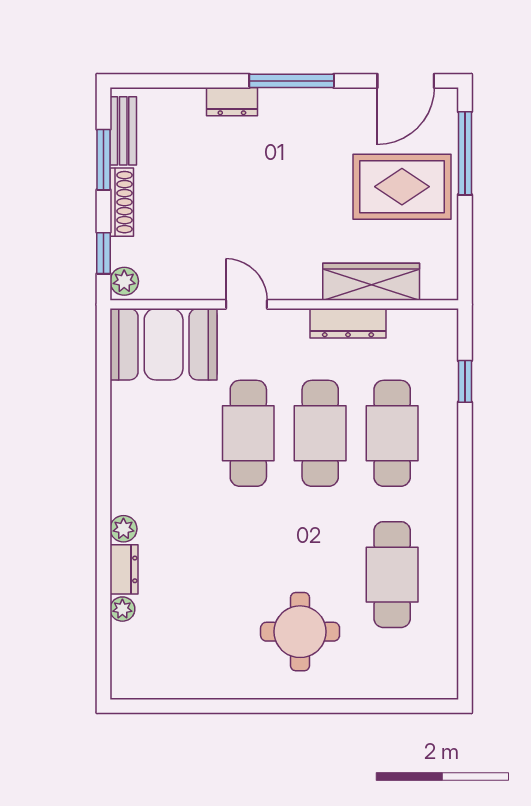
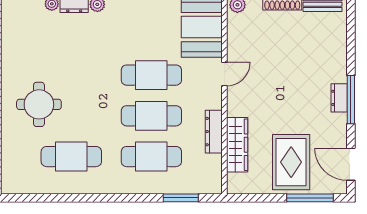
dresser: (232, 102) -> (339, 98), moved
window: (465, 381) -> (181, 198), width x1.50

